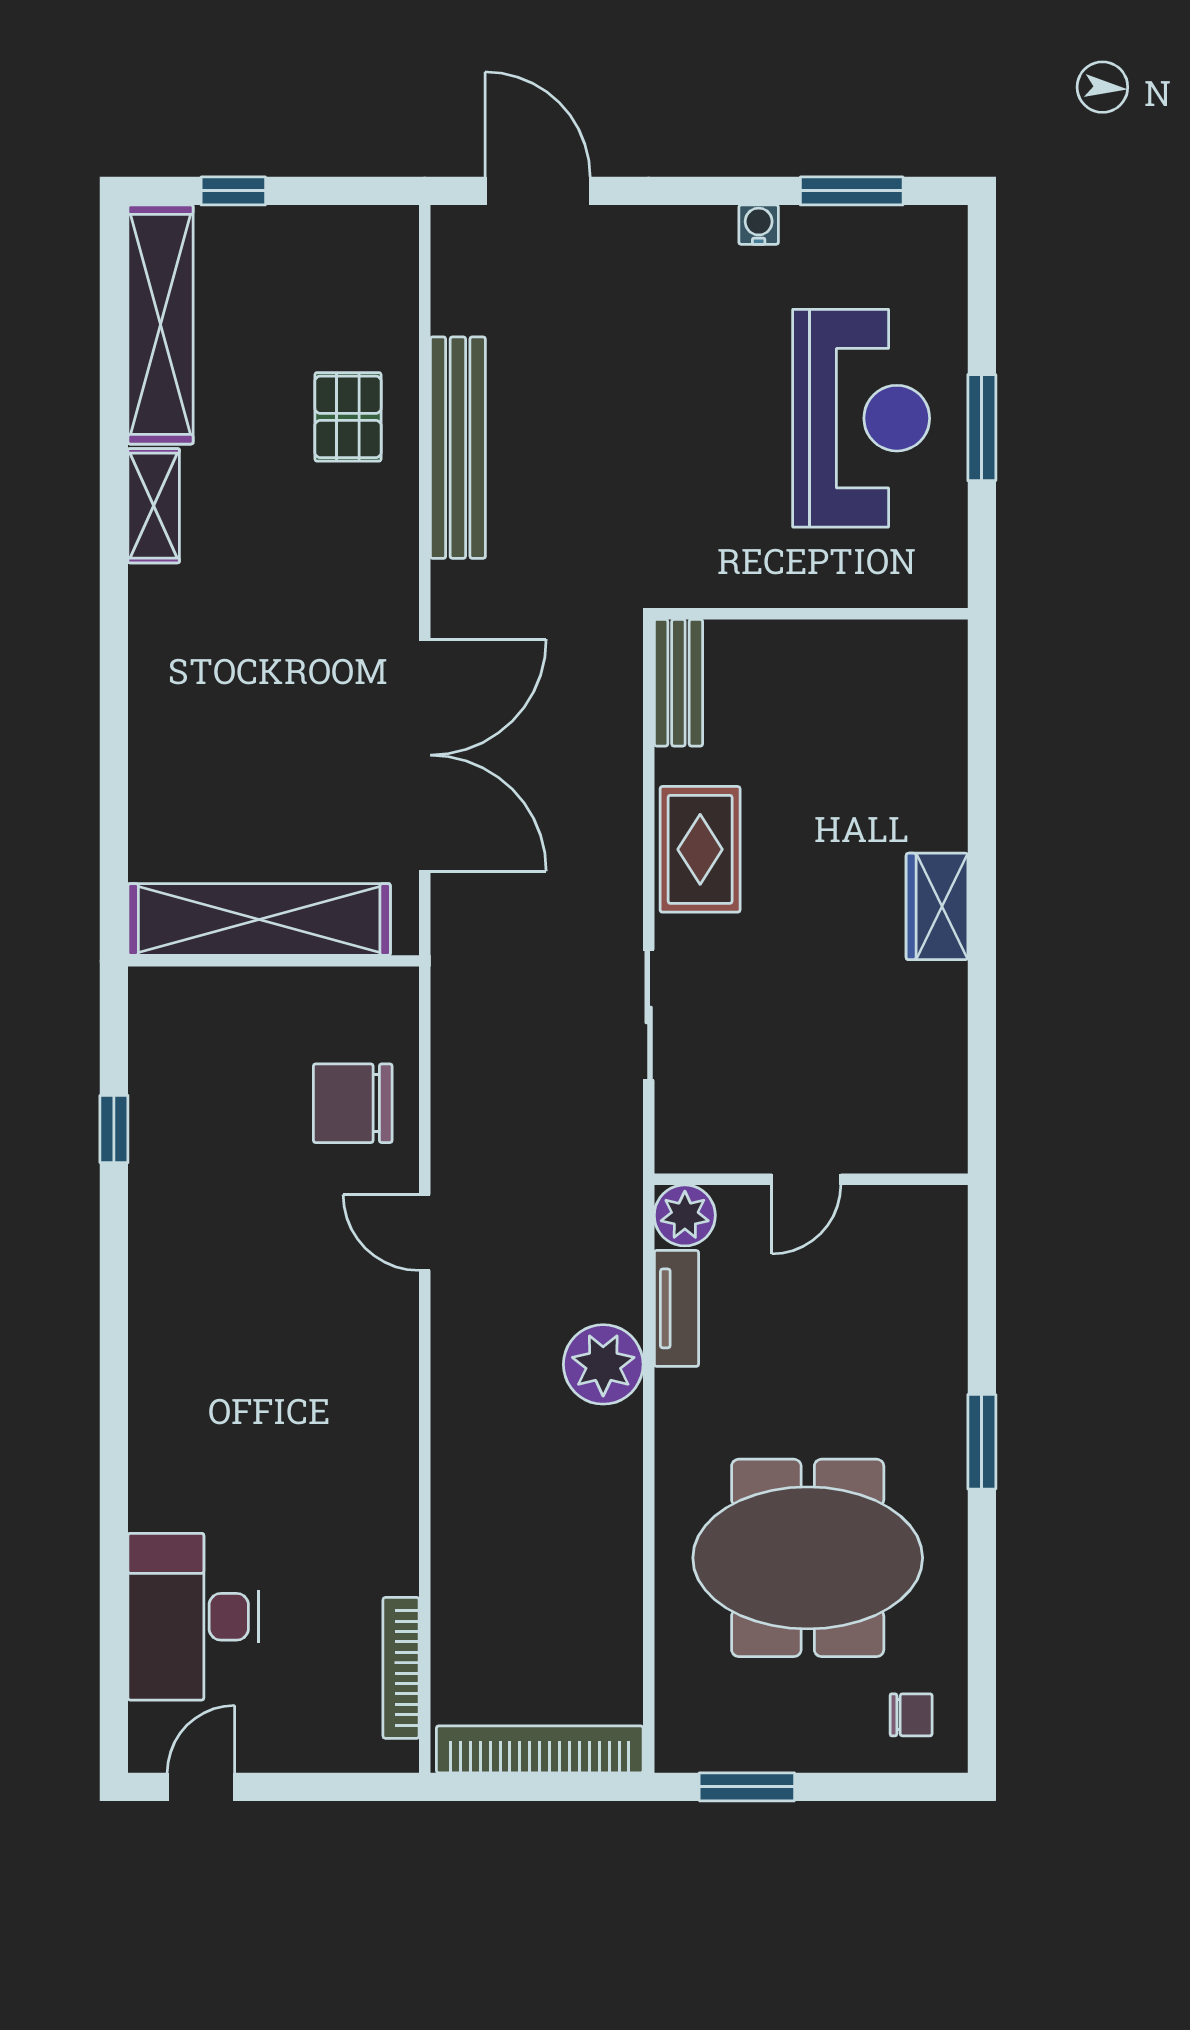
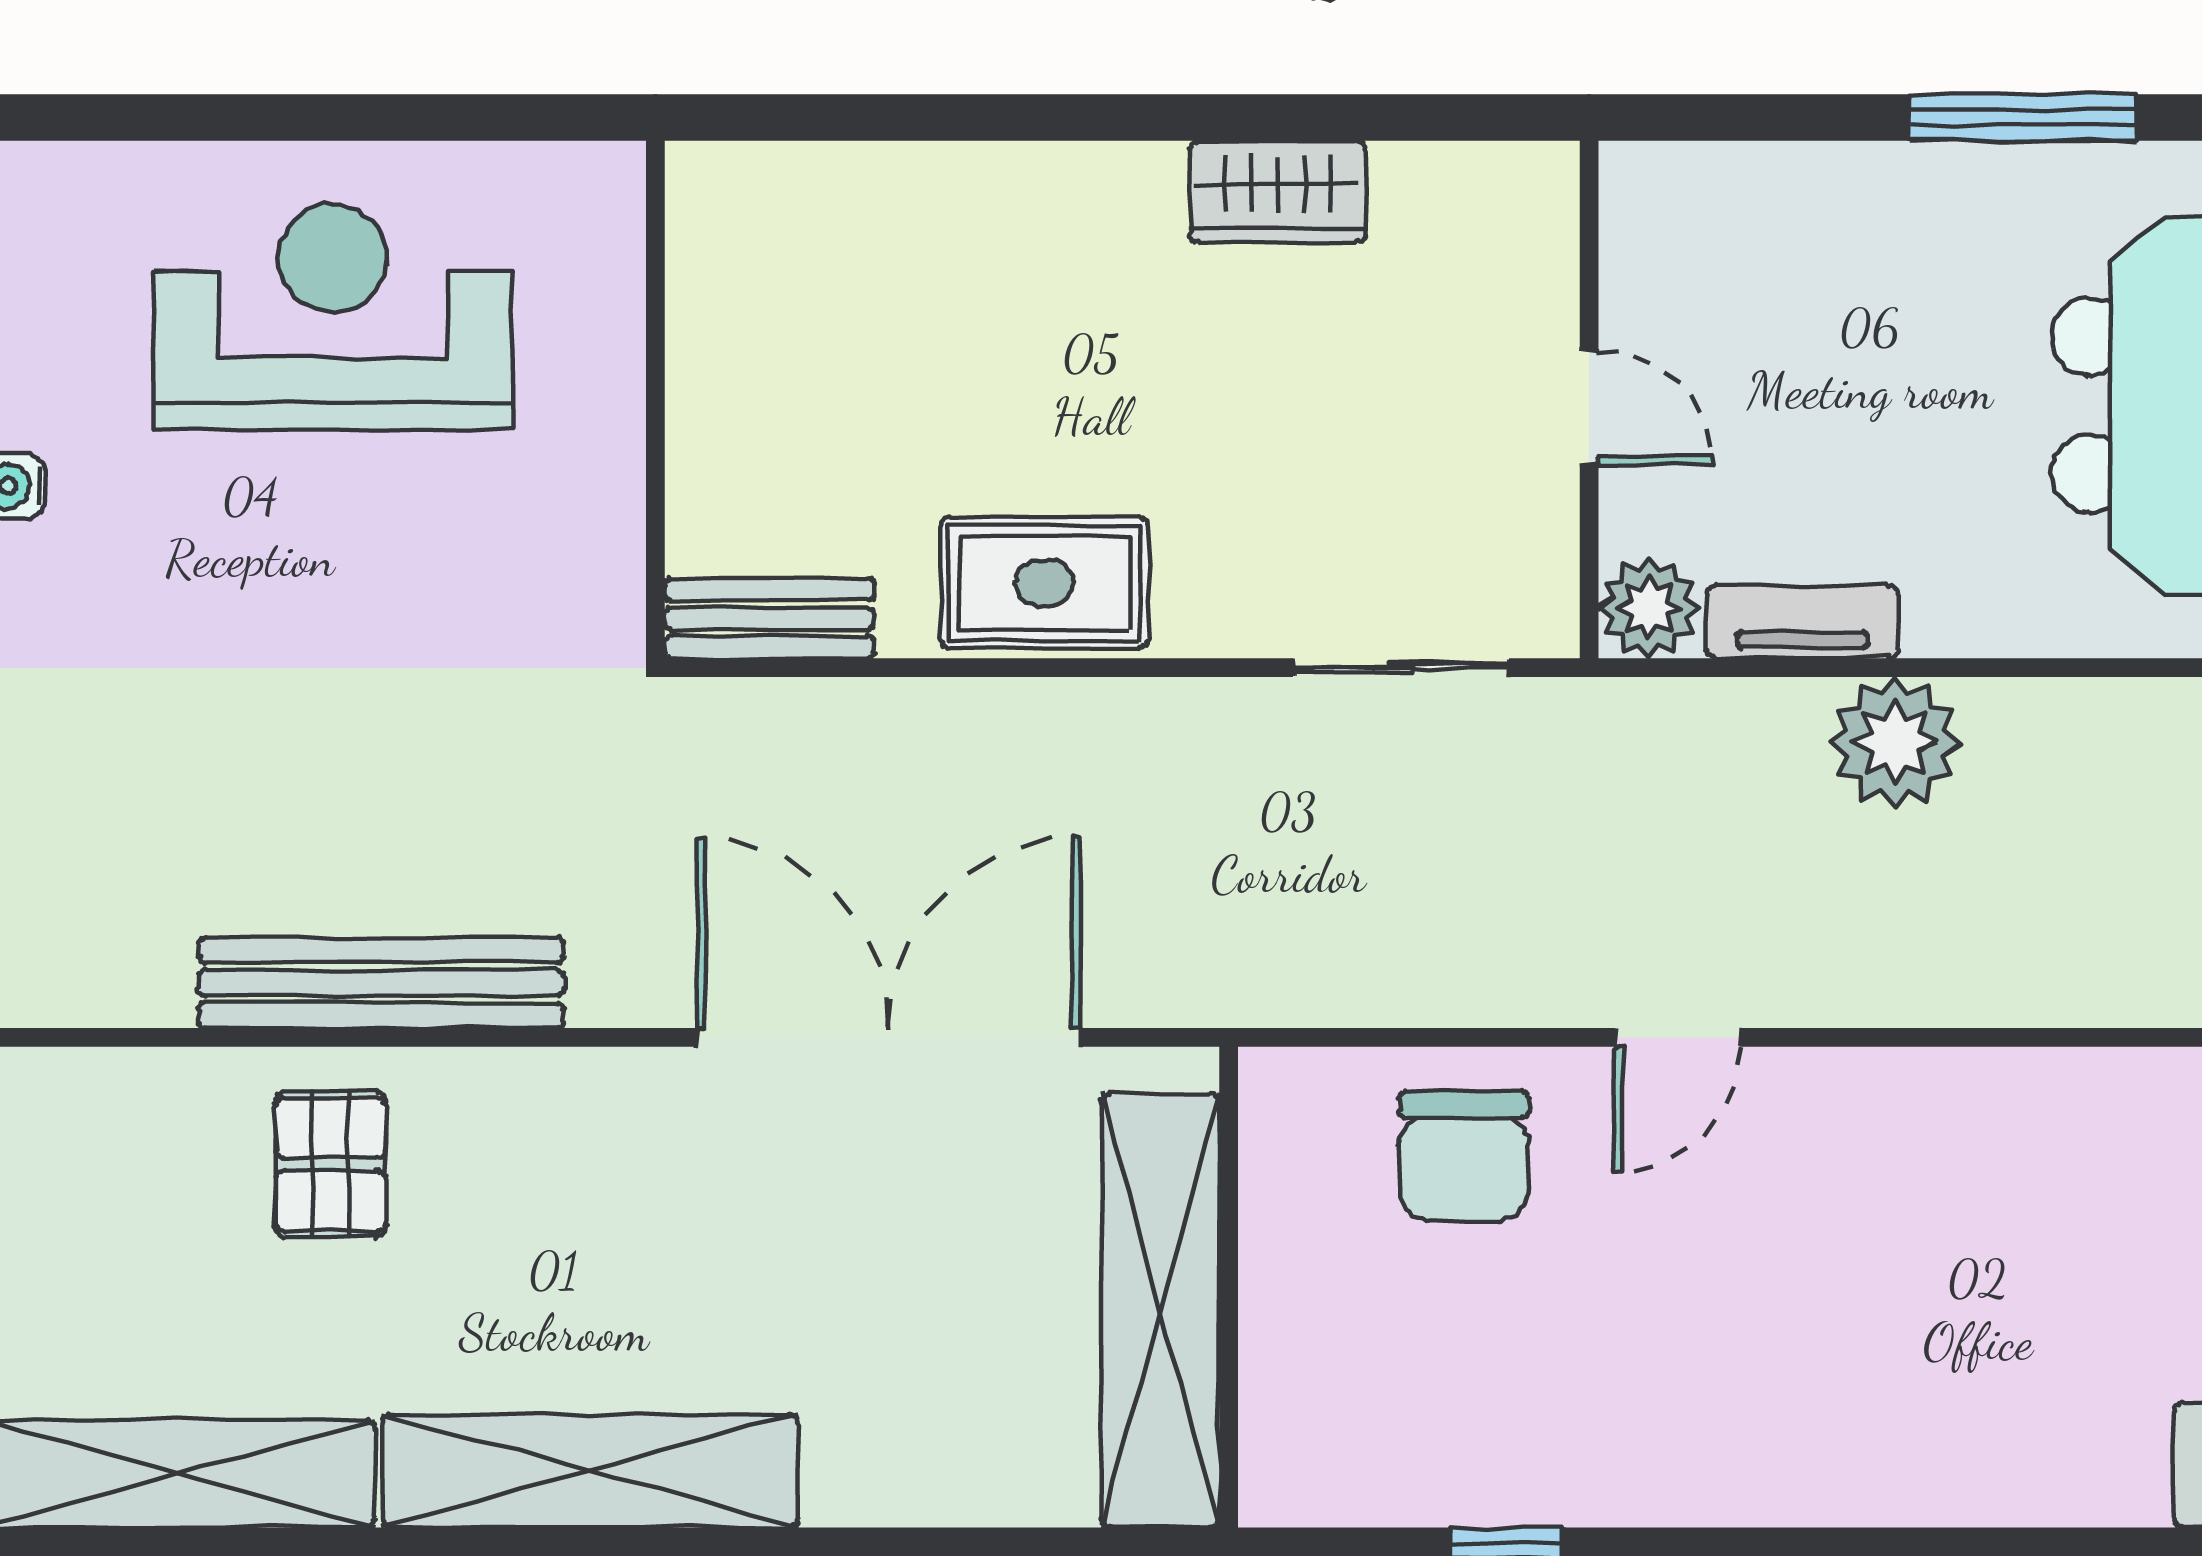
pallet: (348, 417) -> (330, 1164), turned 90
window: (982, 428) -> (348, 117), removed
shelving: (154, 506) -> (590, 1471), width x2.20, depth x1.33
wardrobe: (937, 906) -> (1278, 192), moved
sliding door: (649, 1015) -> (1401, 668), moved
window: (982, 1442) -> (2023, 117), width x1.44

